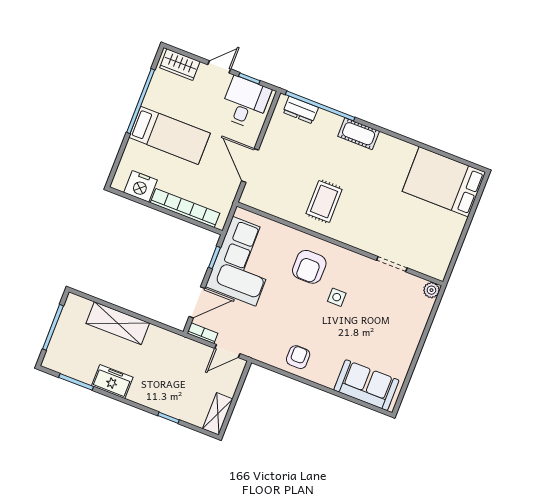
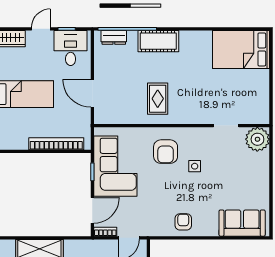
cot: (359, 134) -> (158, 41), width x1.37, depth x1.34
nightstand: (141, 186) -> (17, 140), removed
plant: (431, 290) -> (257, 139), width x1.88, depth x1.88

